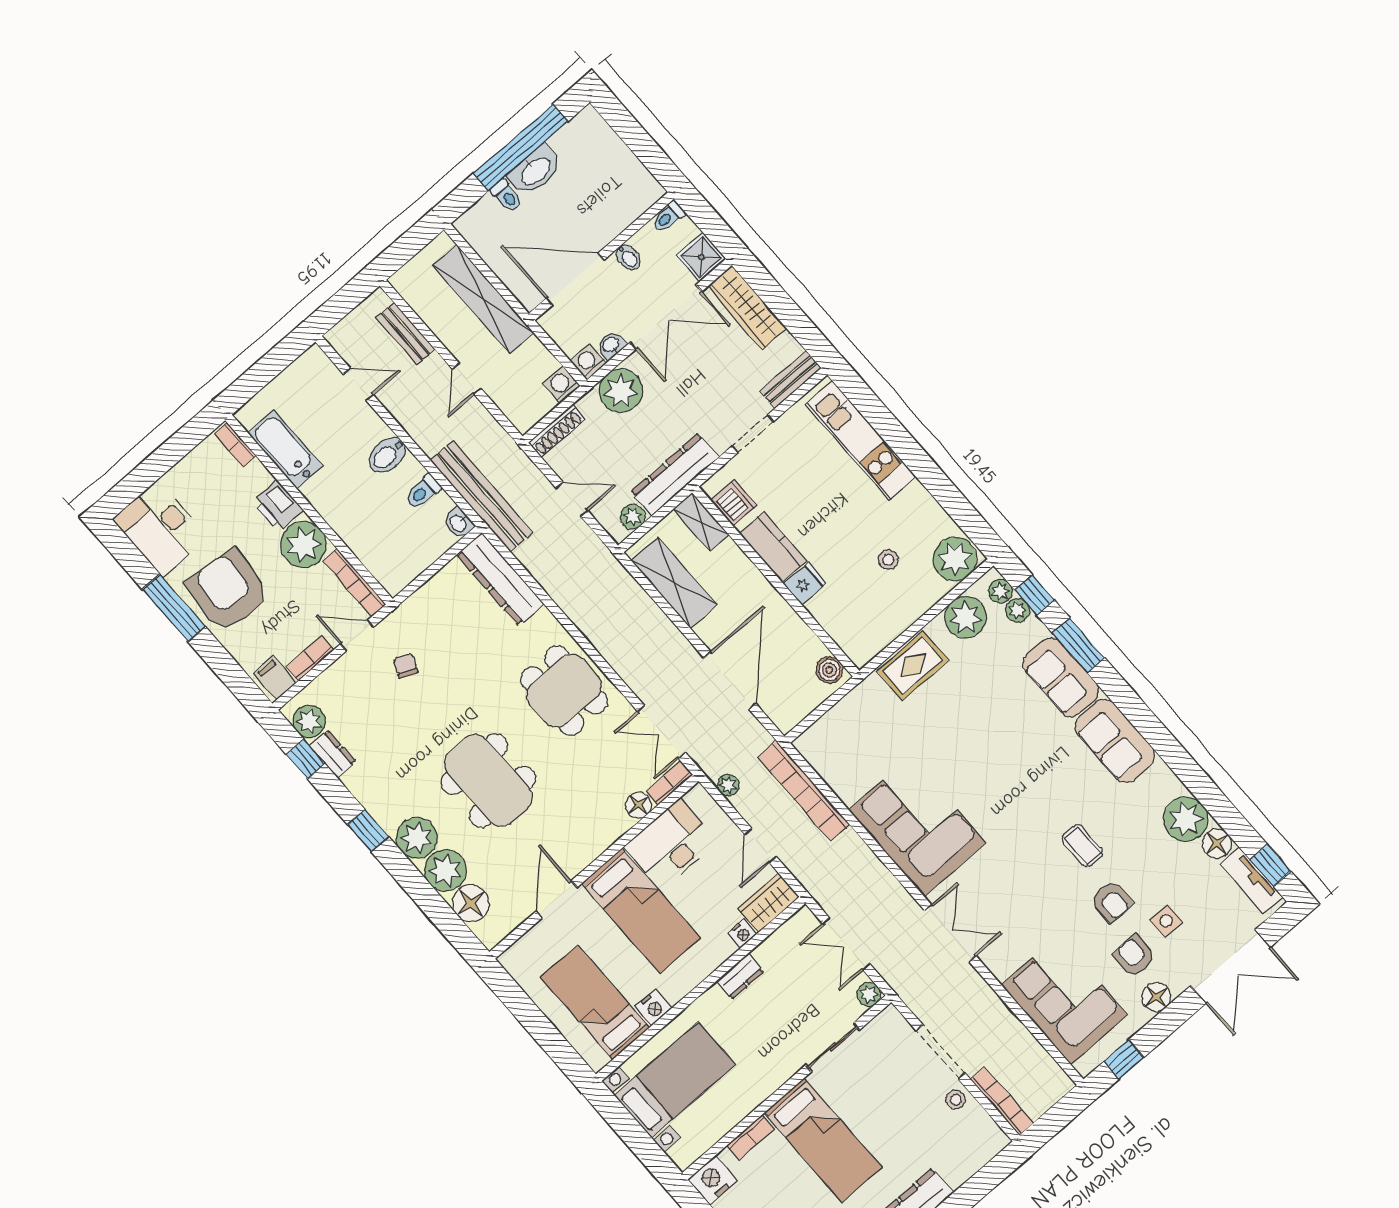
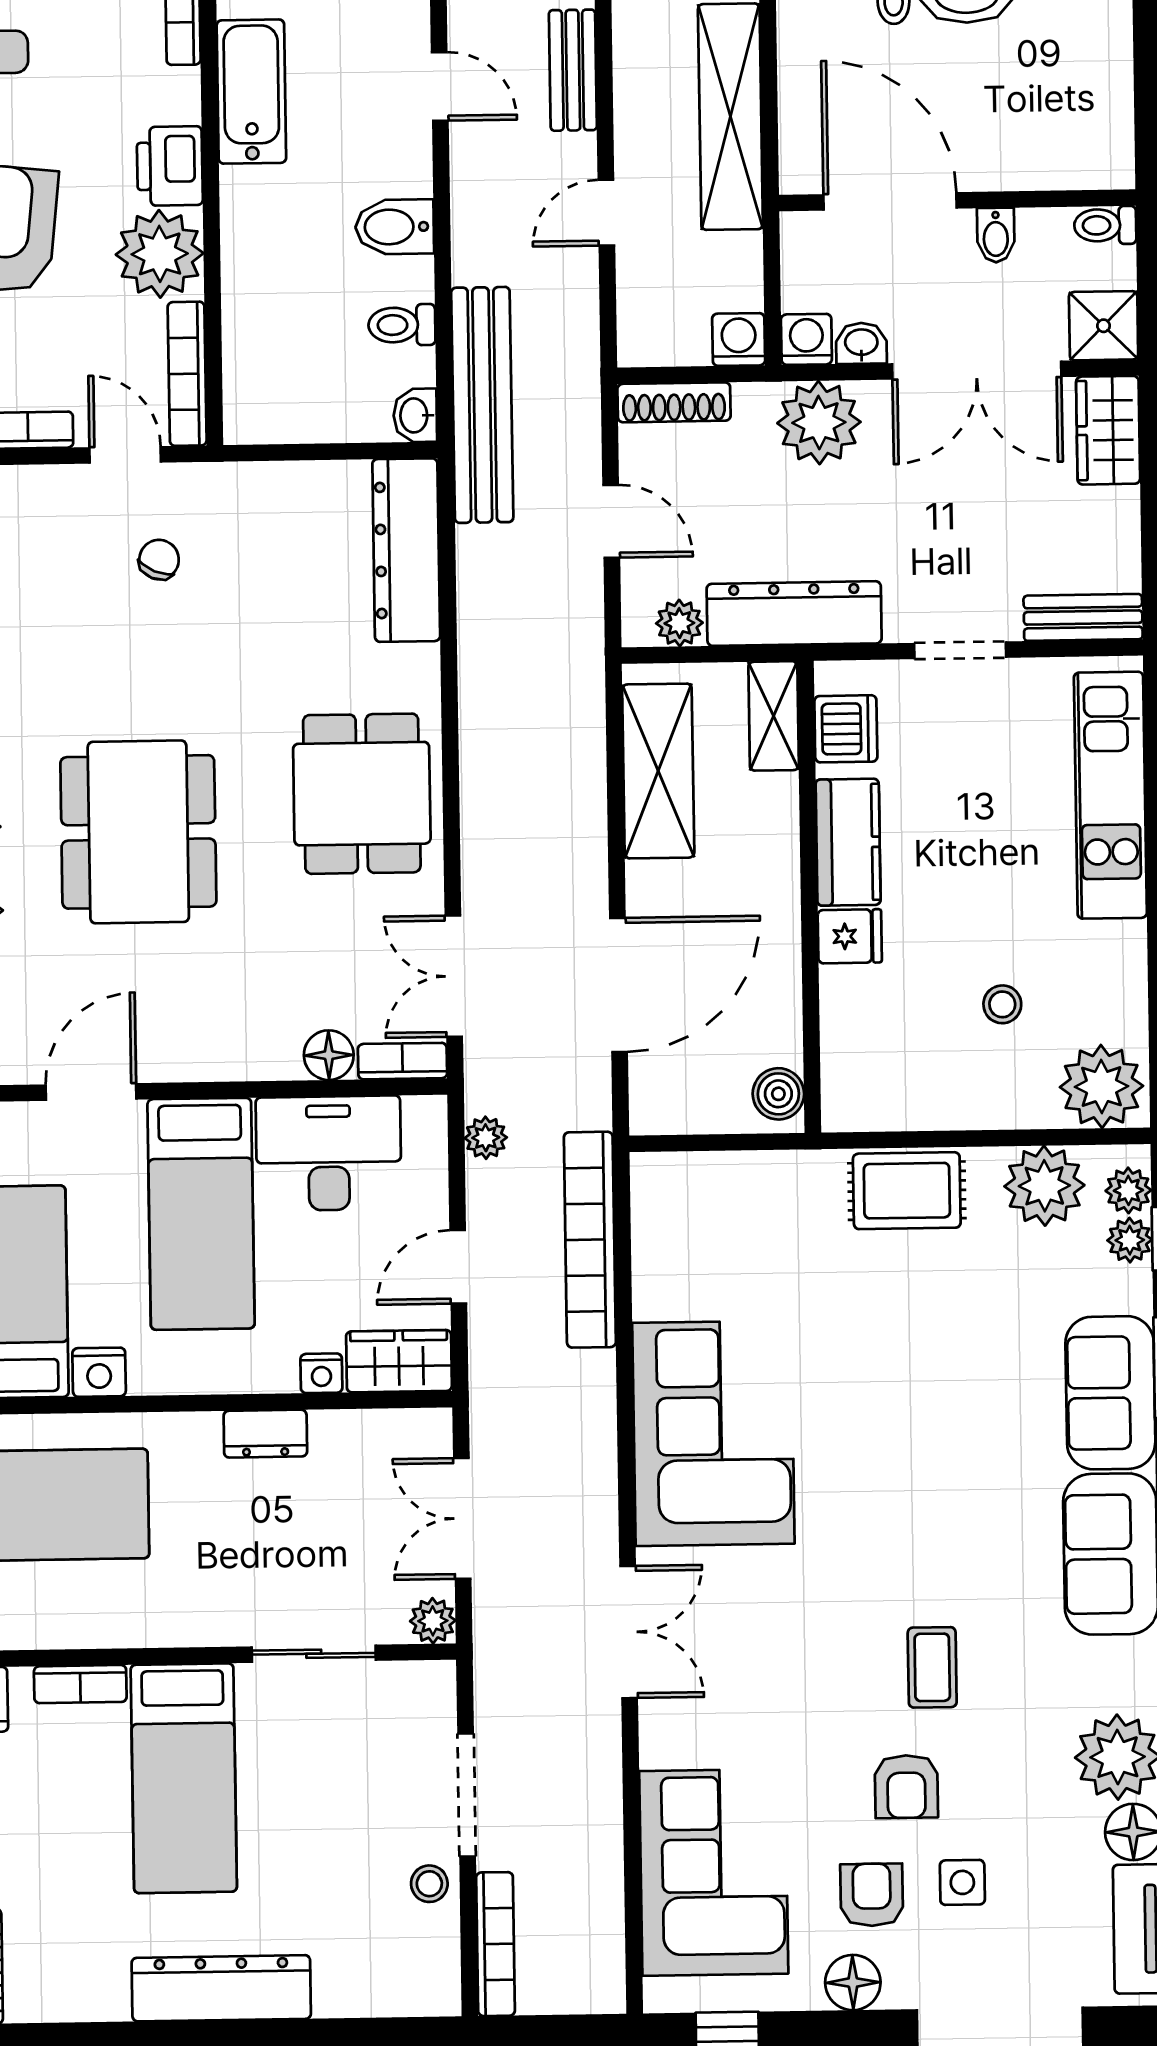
wardrobe: (747, 307) -> (1108, 430), width x0.67

